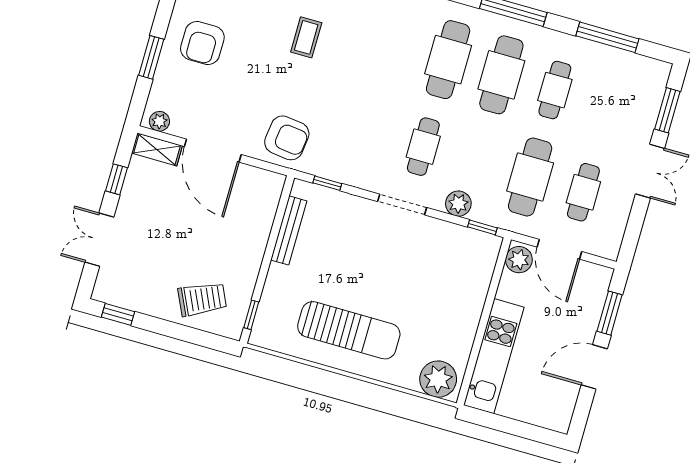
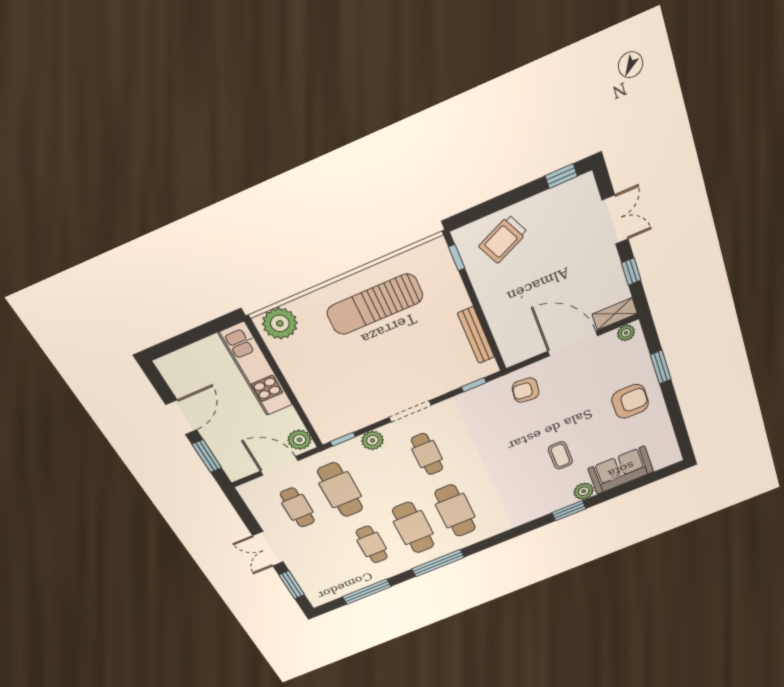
armchair: (202, 43) -> (630, 401), turned 90
armchair: (287, 138) -> (526, 390), width x0.72, depth x0.72

